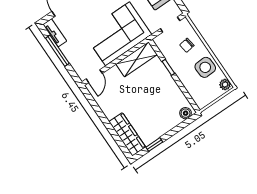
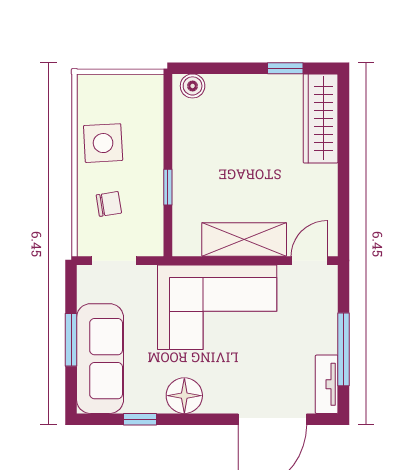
shelving: (137, 59) -> (244, 239), moved
plant: (225, 84) -> (89, 89), removed

